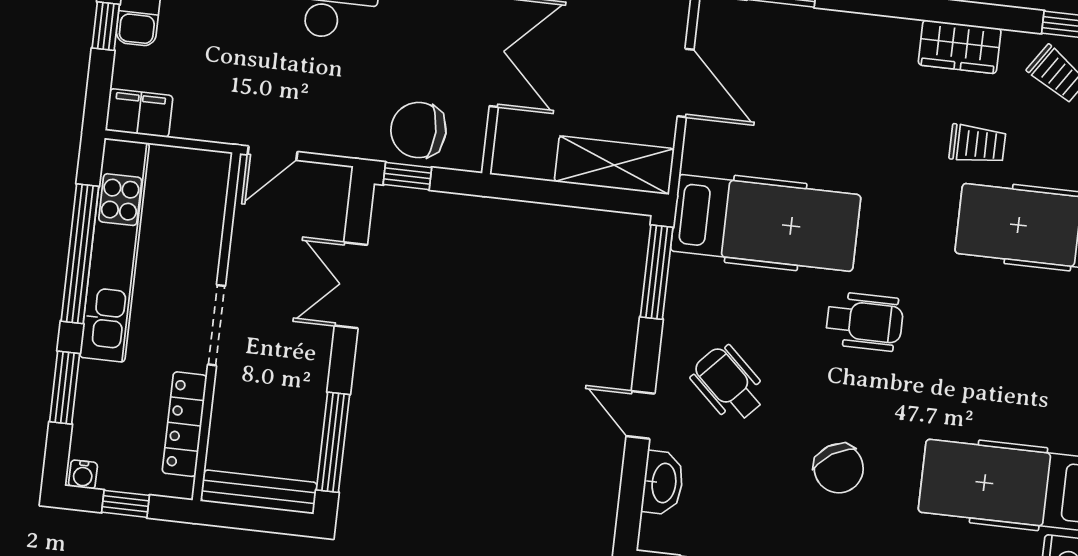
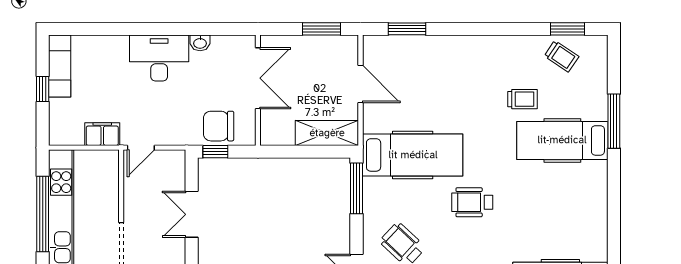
wardrobe: (960, 47) -> (507, 47), removed
filing cabinet: (139, 113) -> (102, 134), moved
wheelchair: (865, 322) -> (472, 202), turned 180

